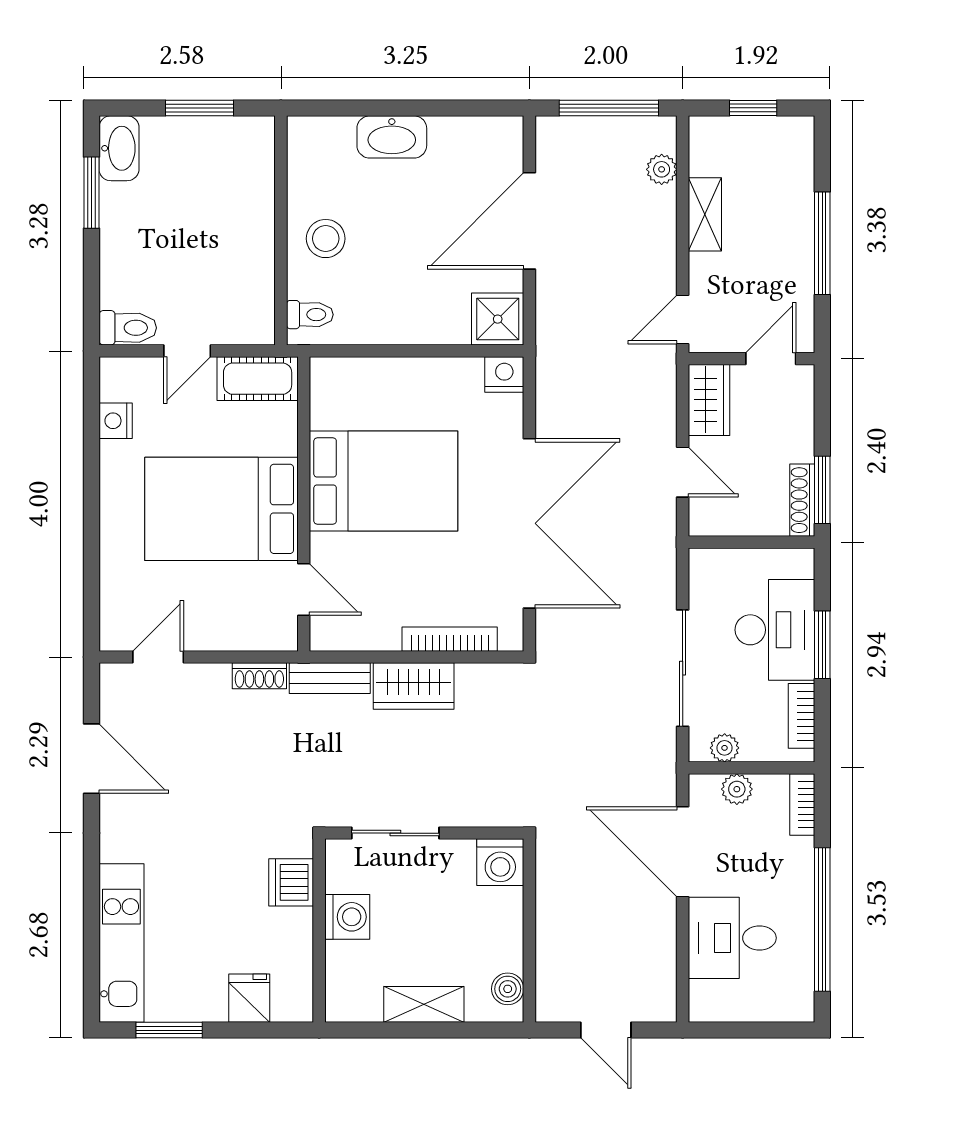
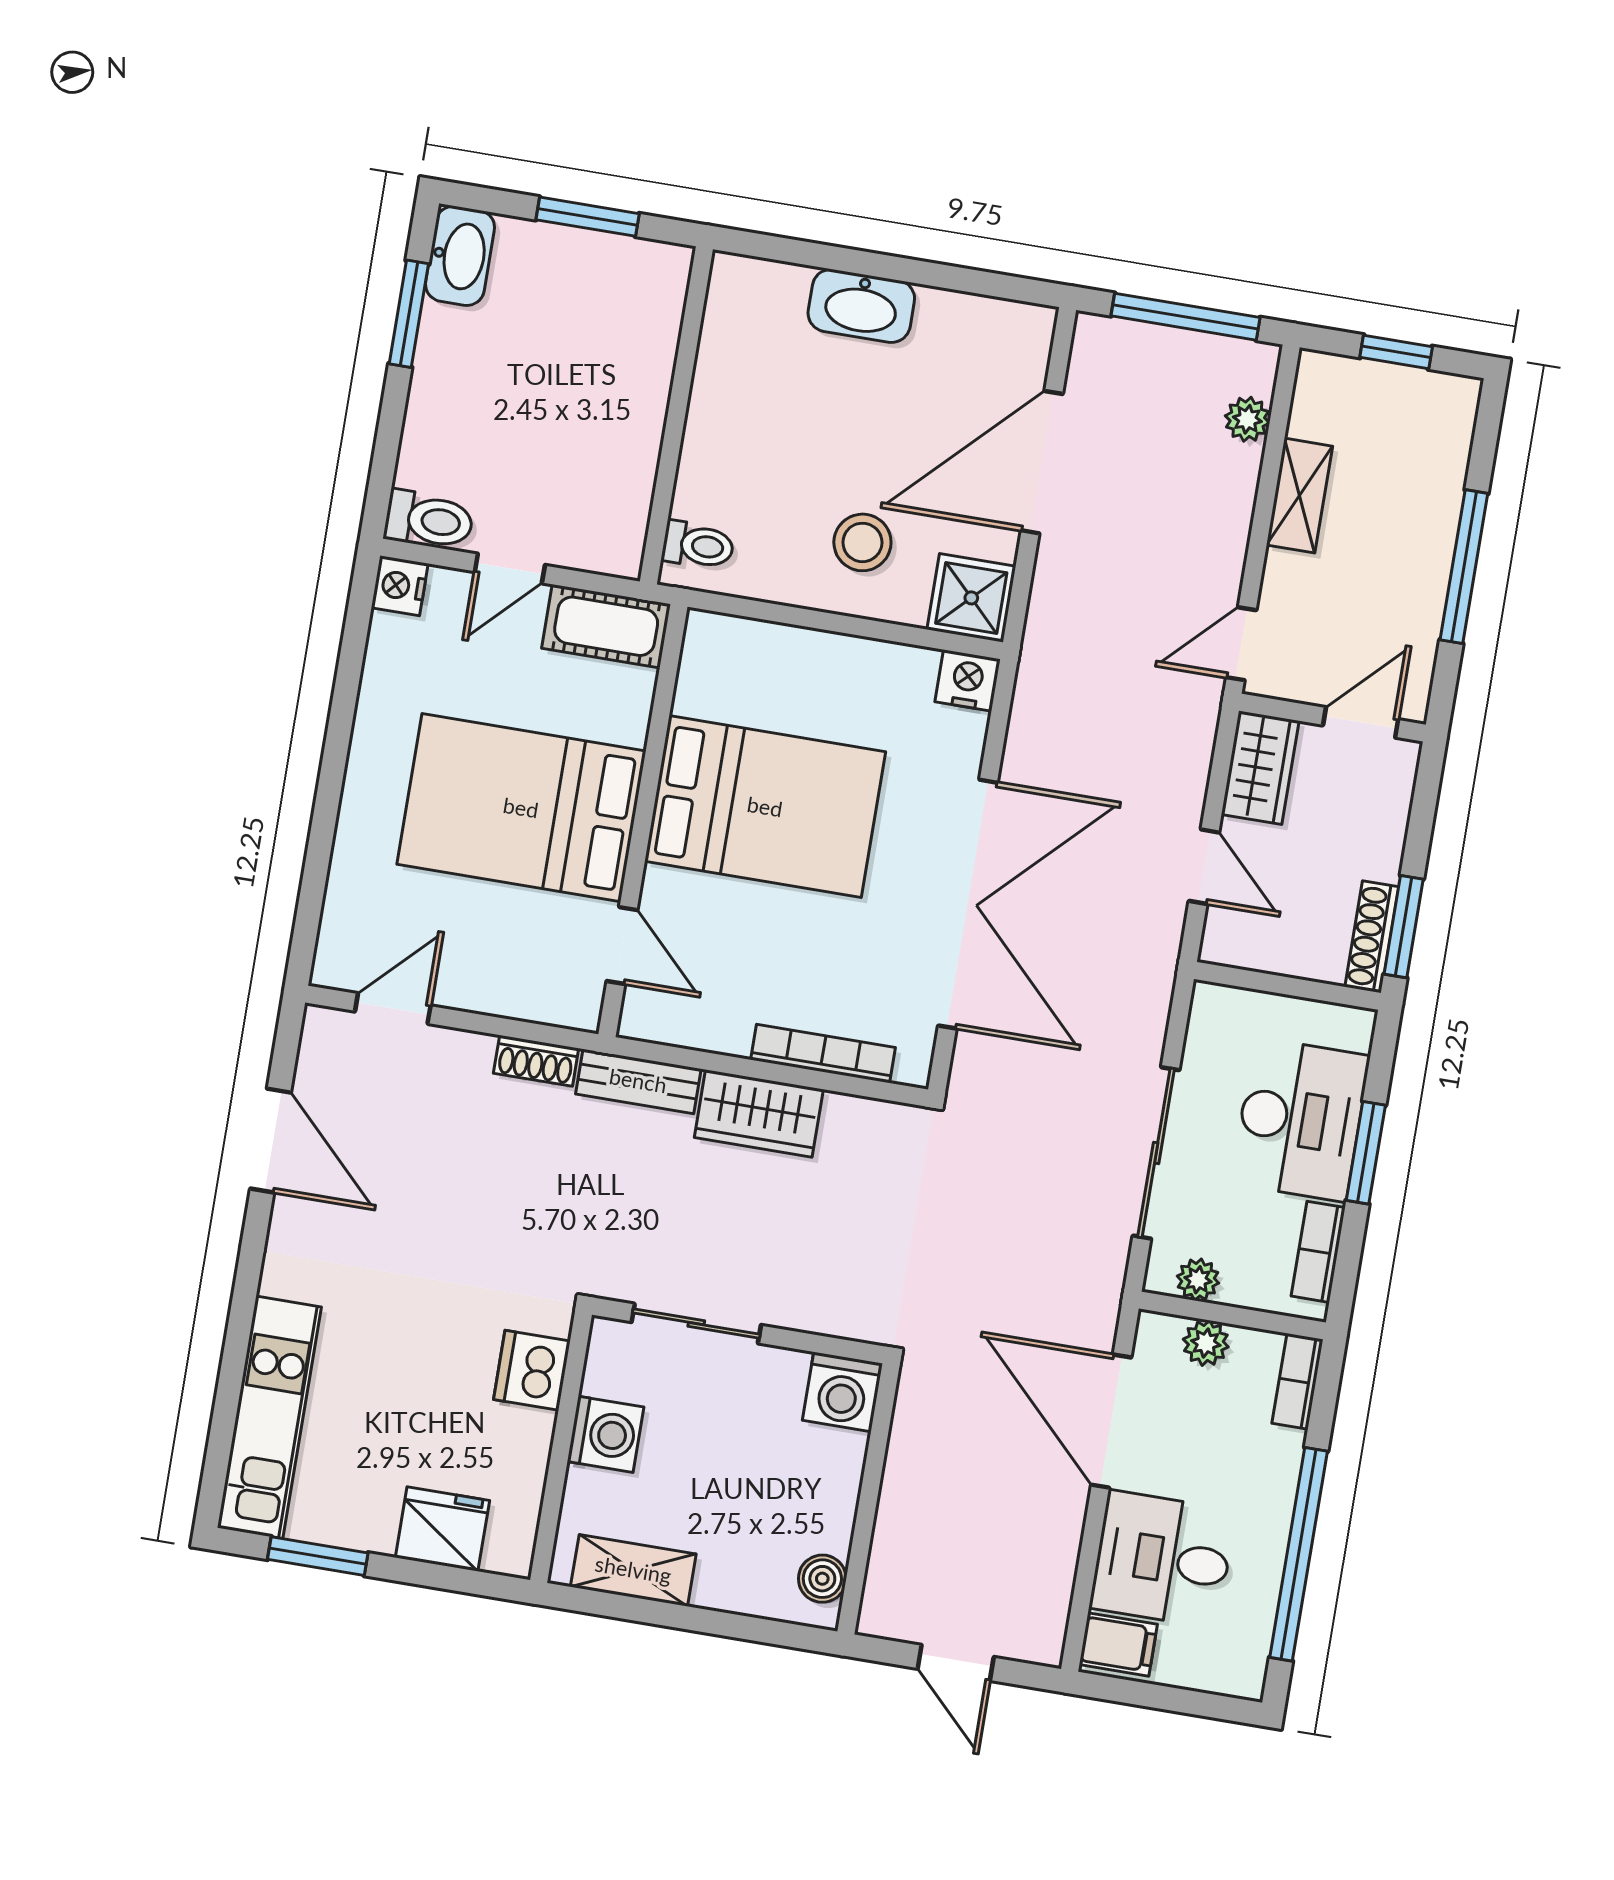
stool: (326, 239) -> (862, 542), moved
nightstand: (116, 421) -> (400, 586), moved
fridge: (249, 998) -> (442, 1529), width x1.38
filing cabinet: (712, 1000) -> (1118, 1644), added
shelving: (424, 1004) -> (633, 1570), moved

